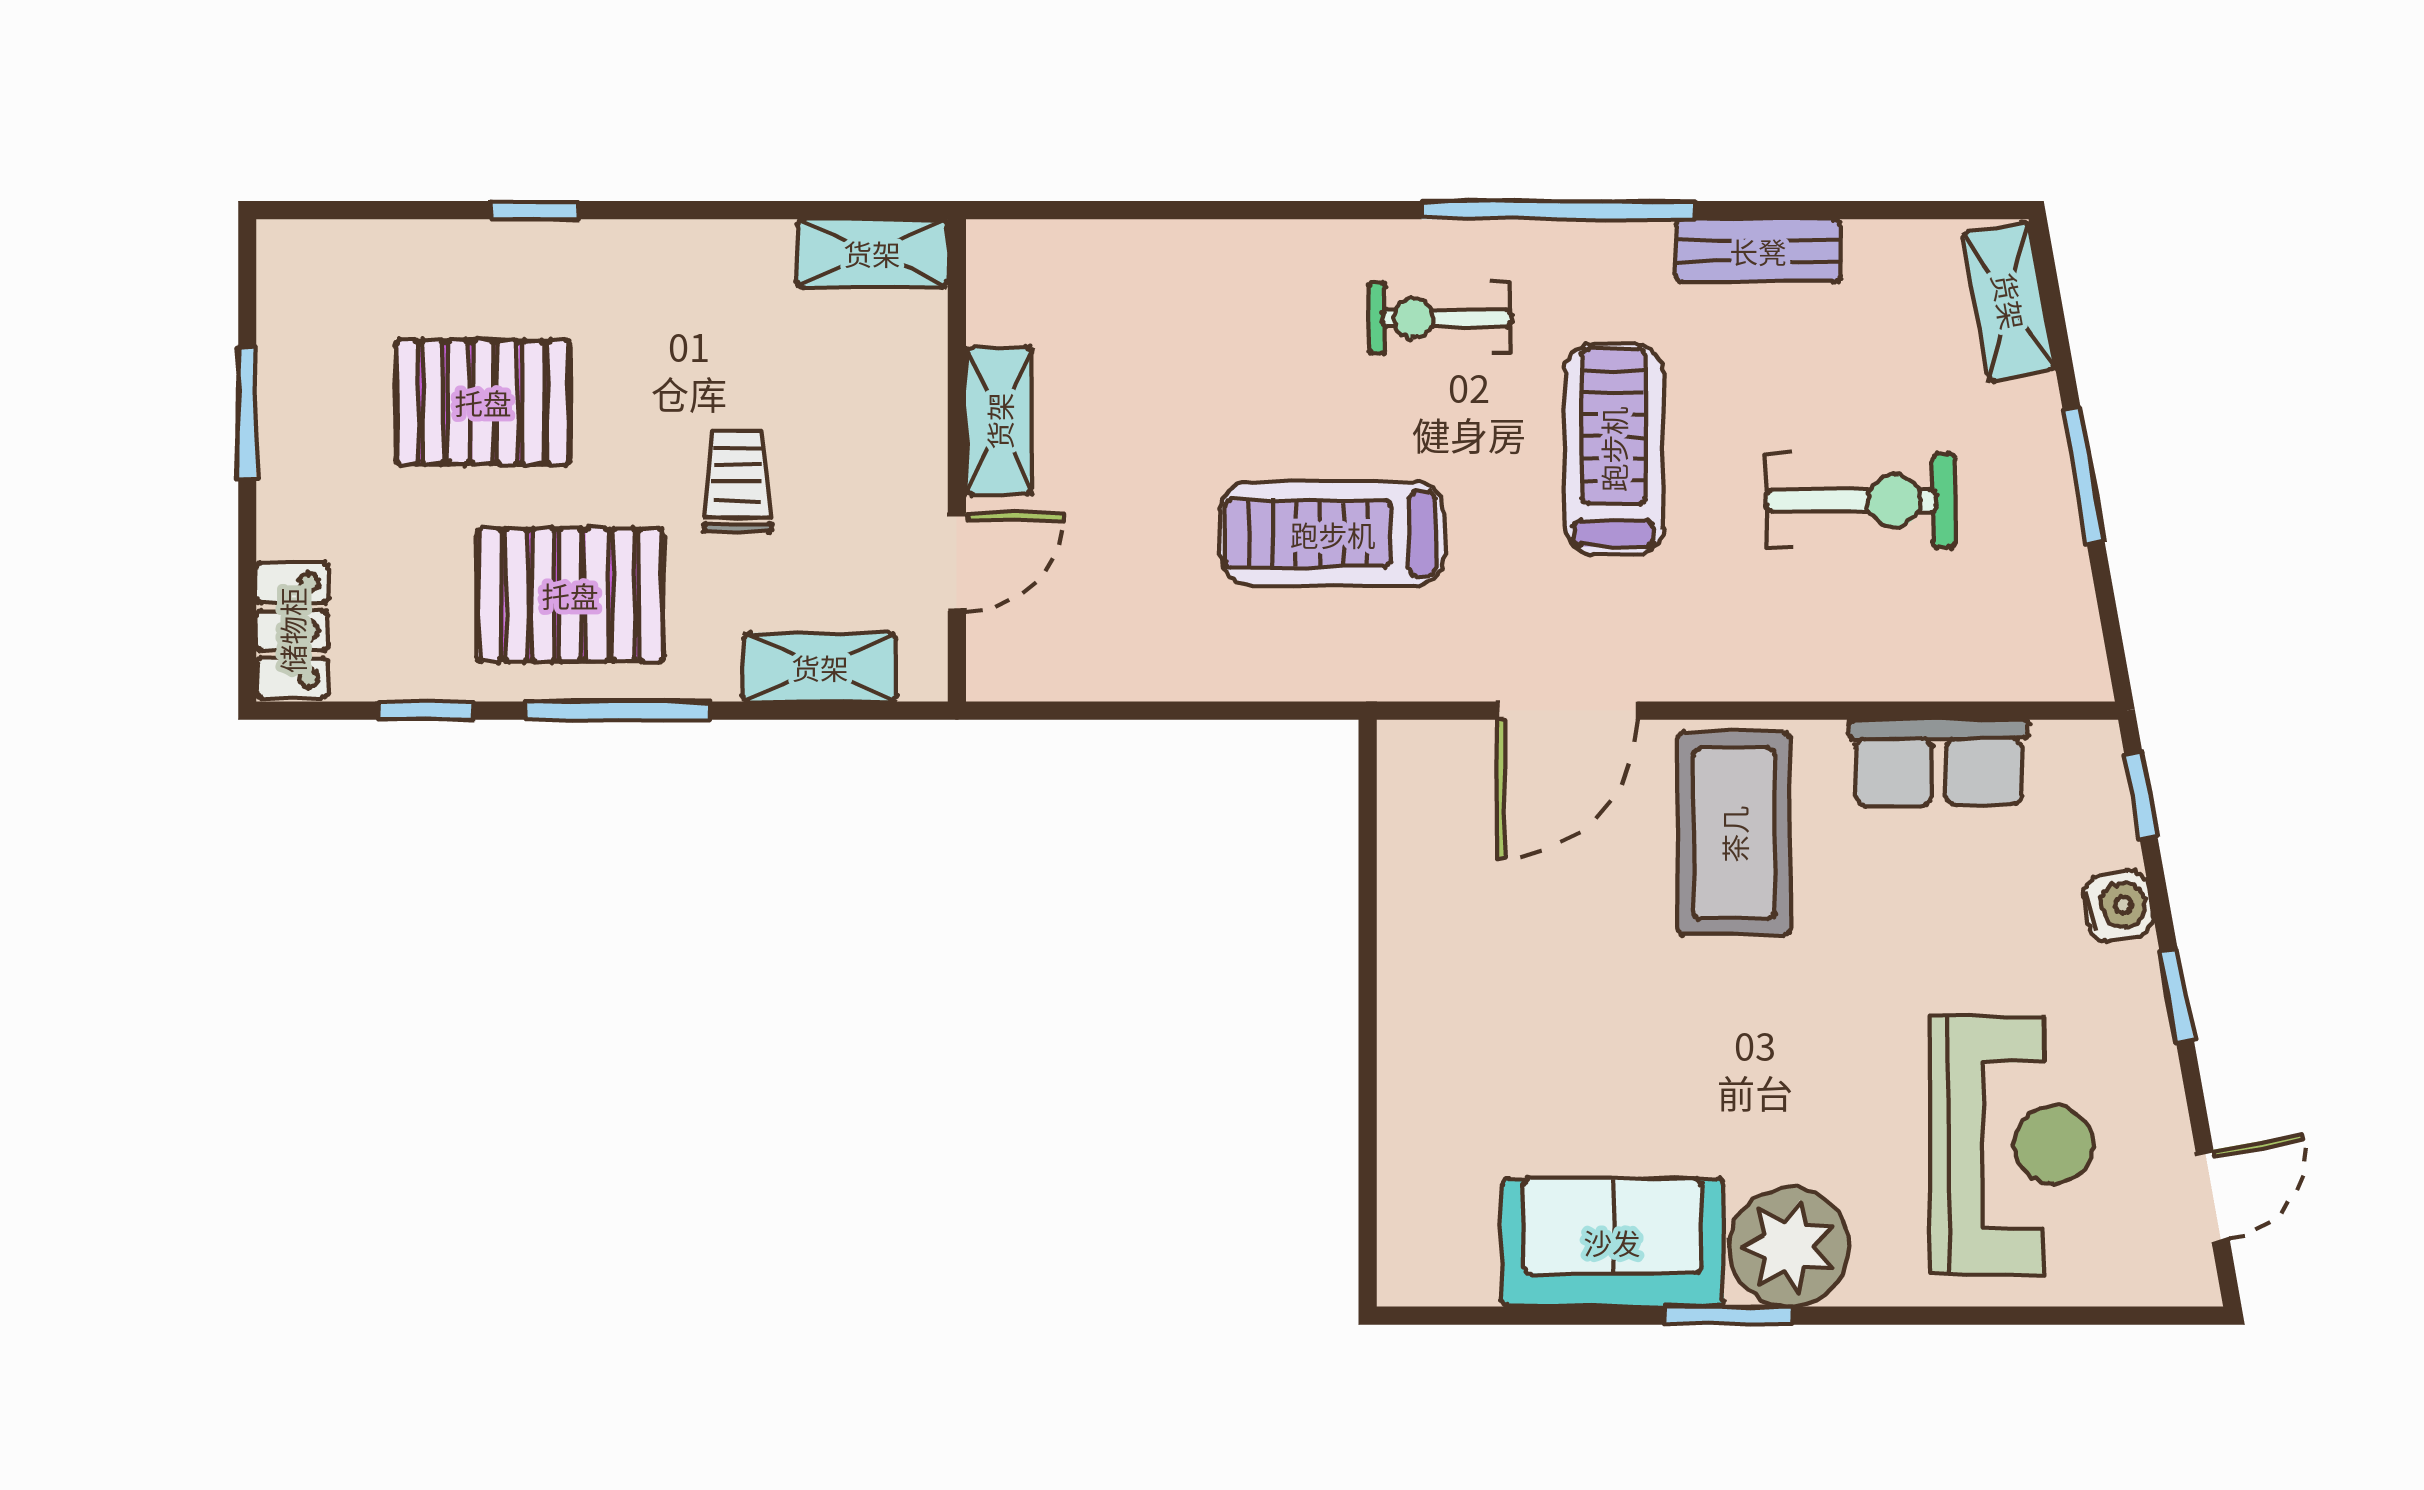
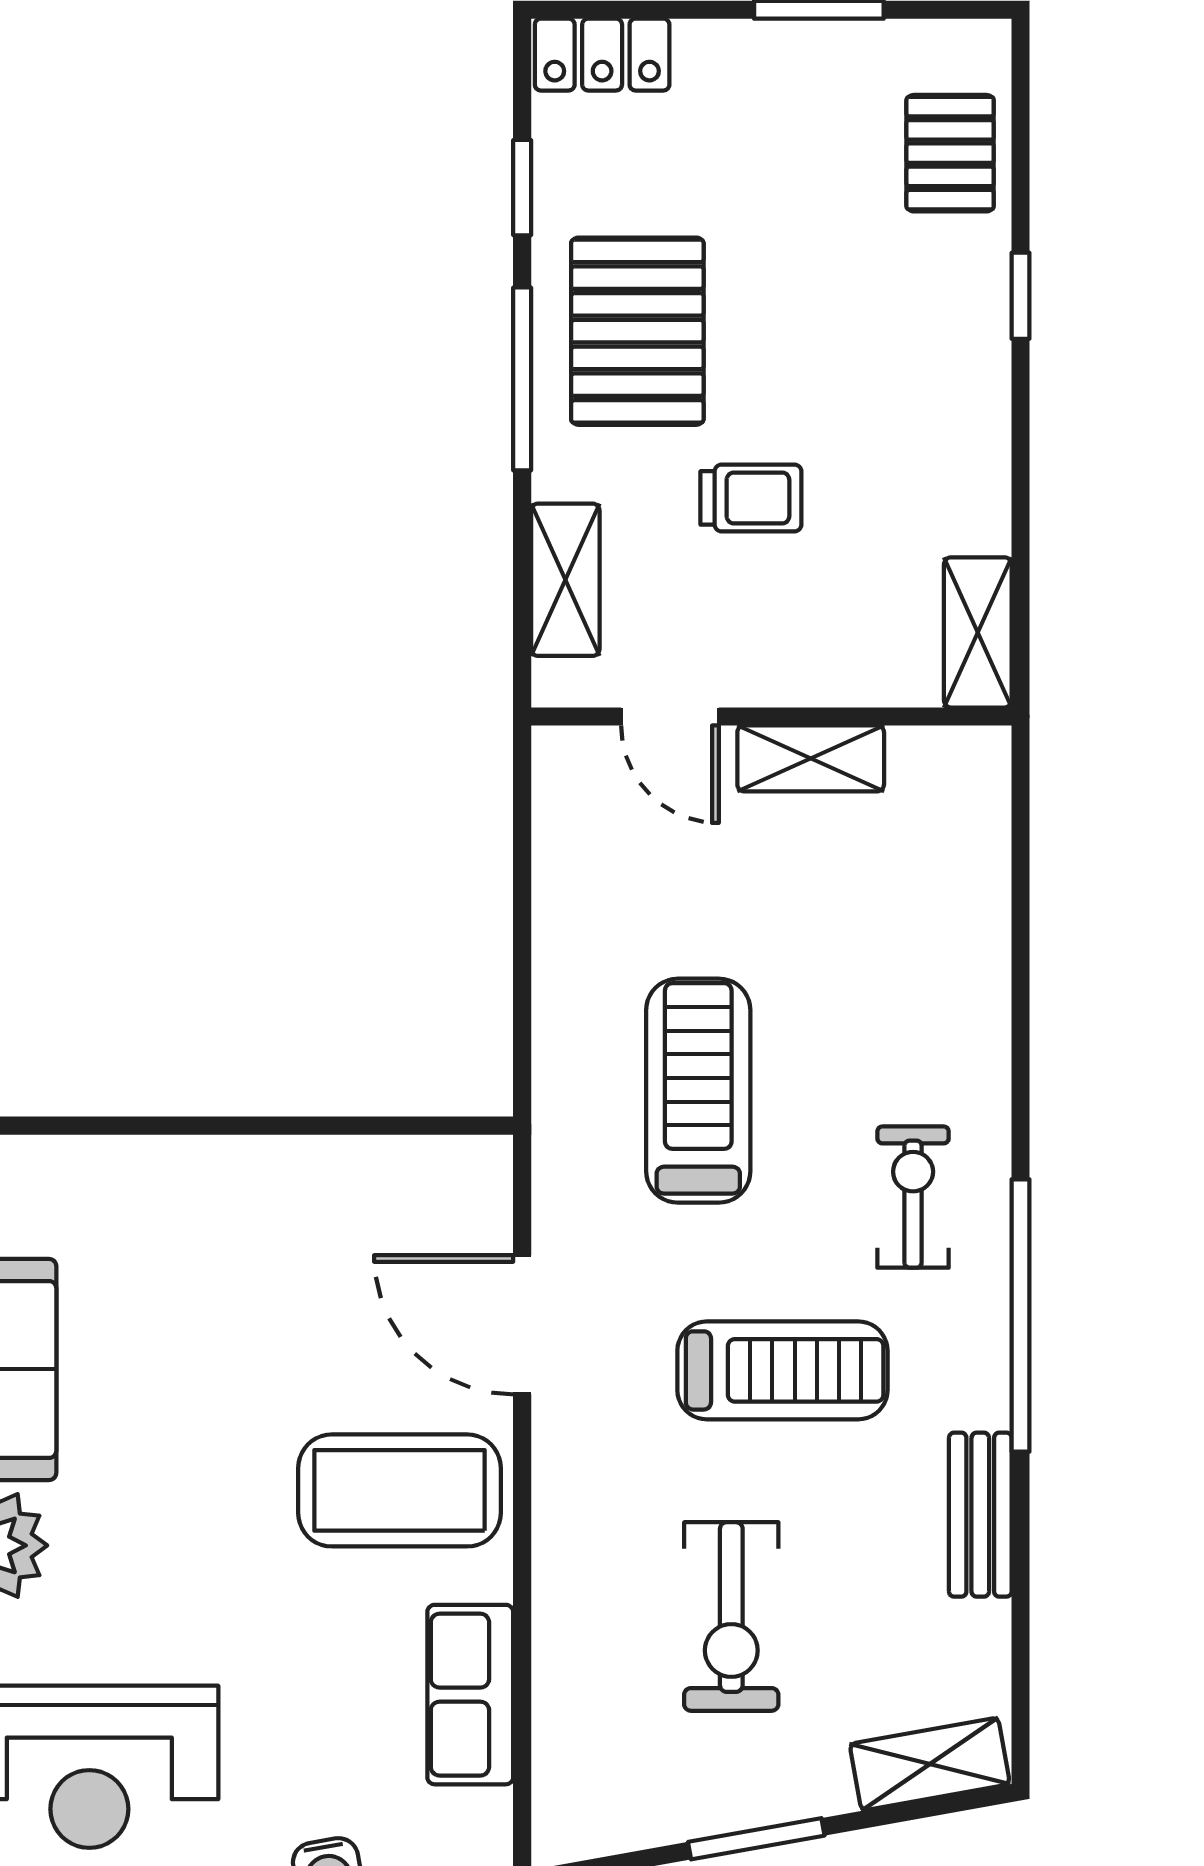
pallet: (483, 402) -> (950, 153), moved, width x0.67, depth x0.71

